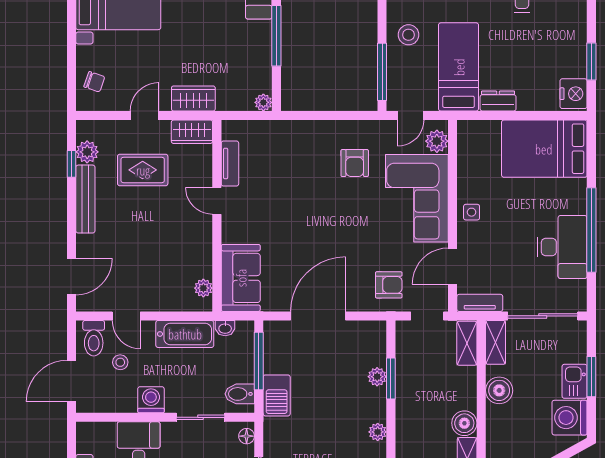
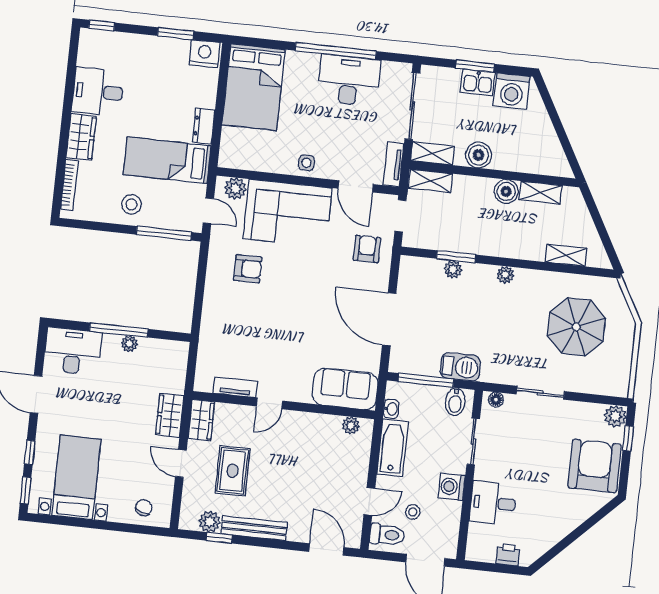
plant: (263, 102) -> (129, 344), moved

